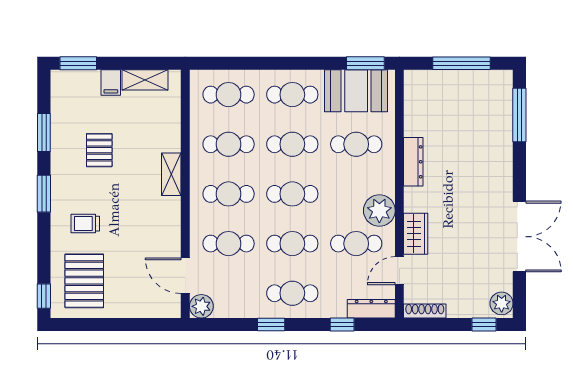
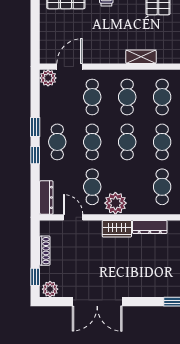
wardrobe: (416, 234) -> (117, 229), moved
shoe rack: (425, 311) -> (45, 251), moved
window: (342, 325) -> (35, 155), moved

